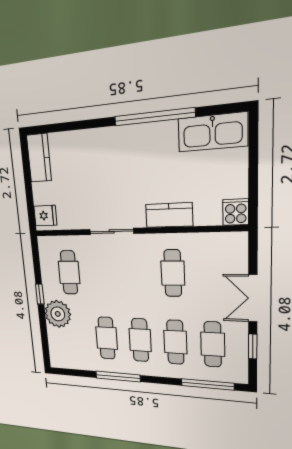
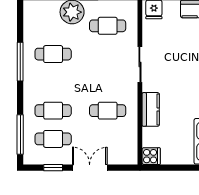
cafe table: (140, 340) -> (53, 82), removed

